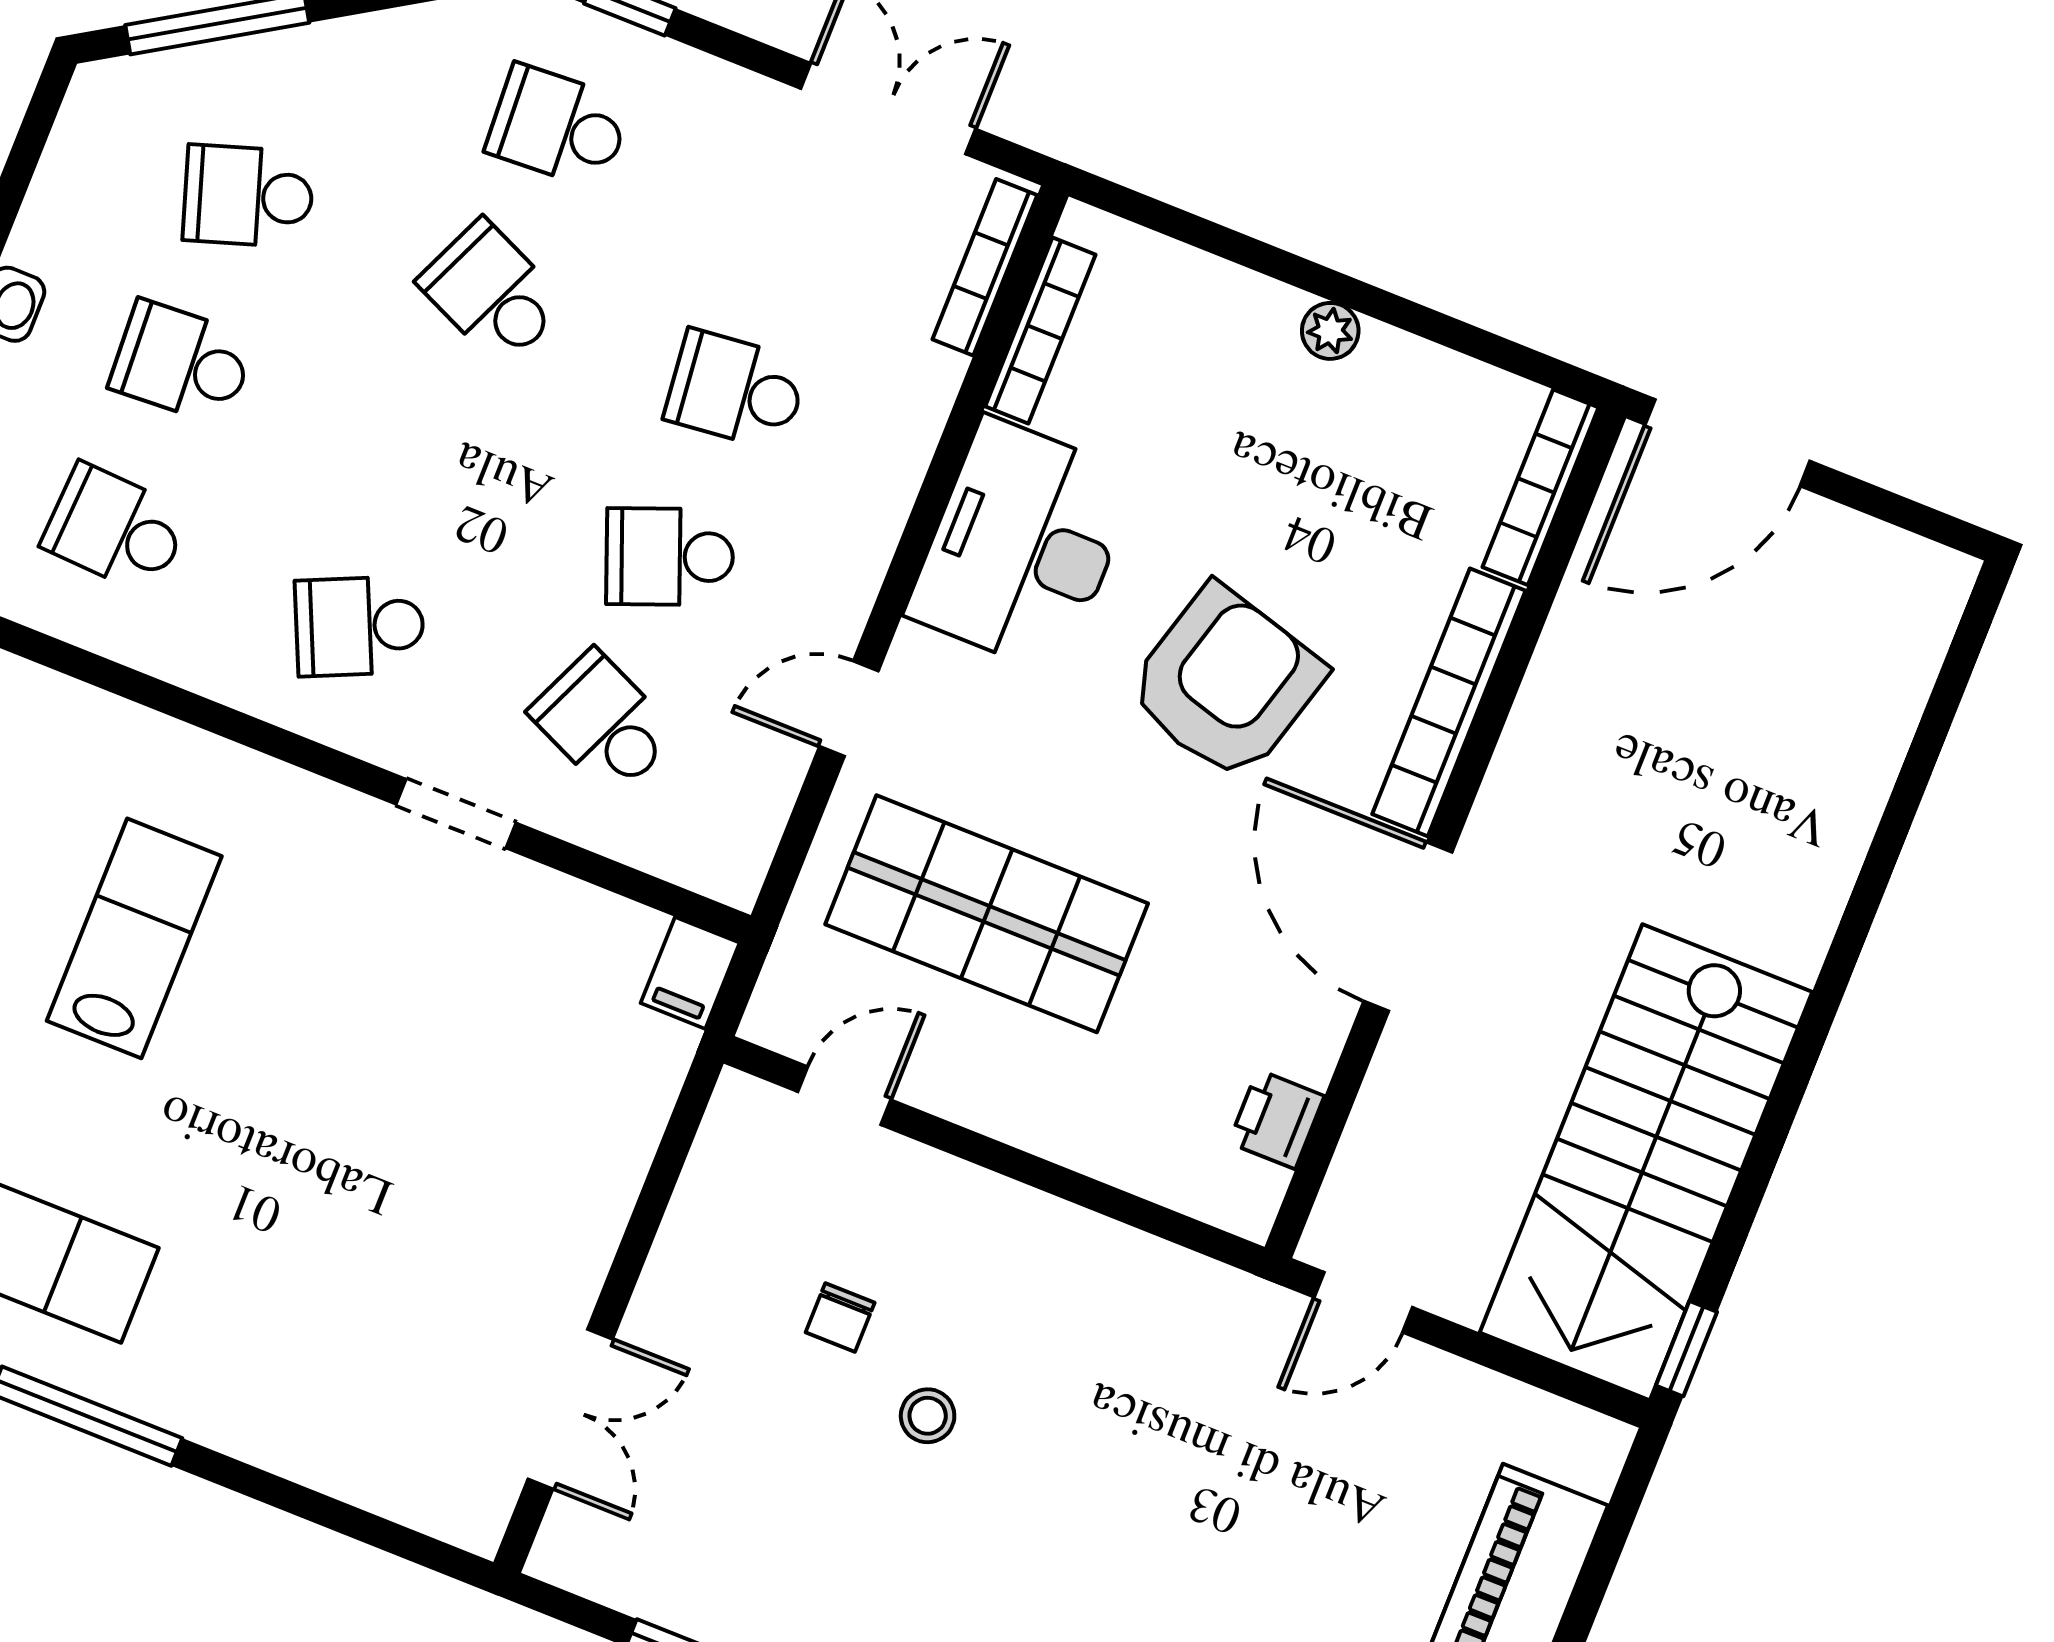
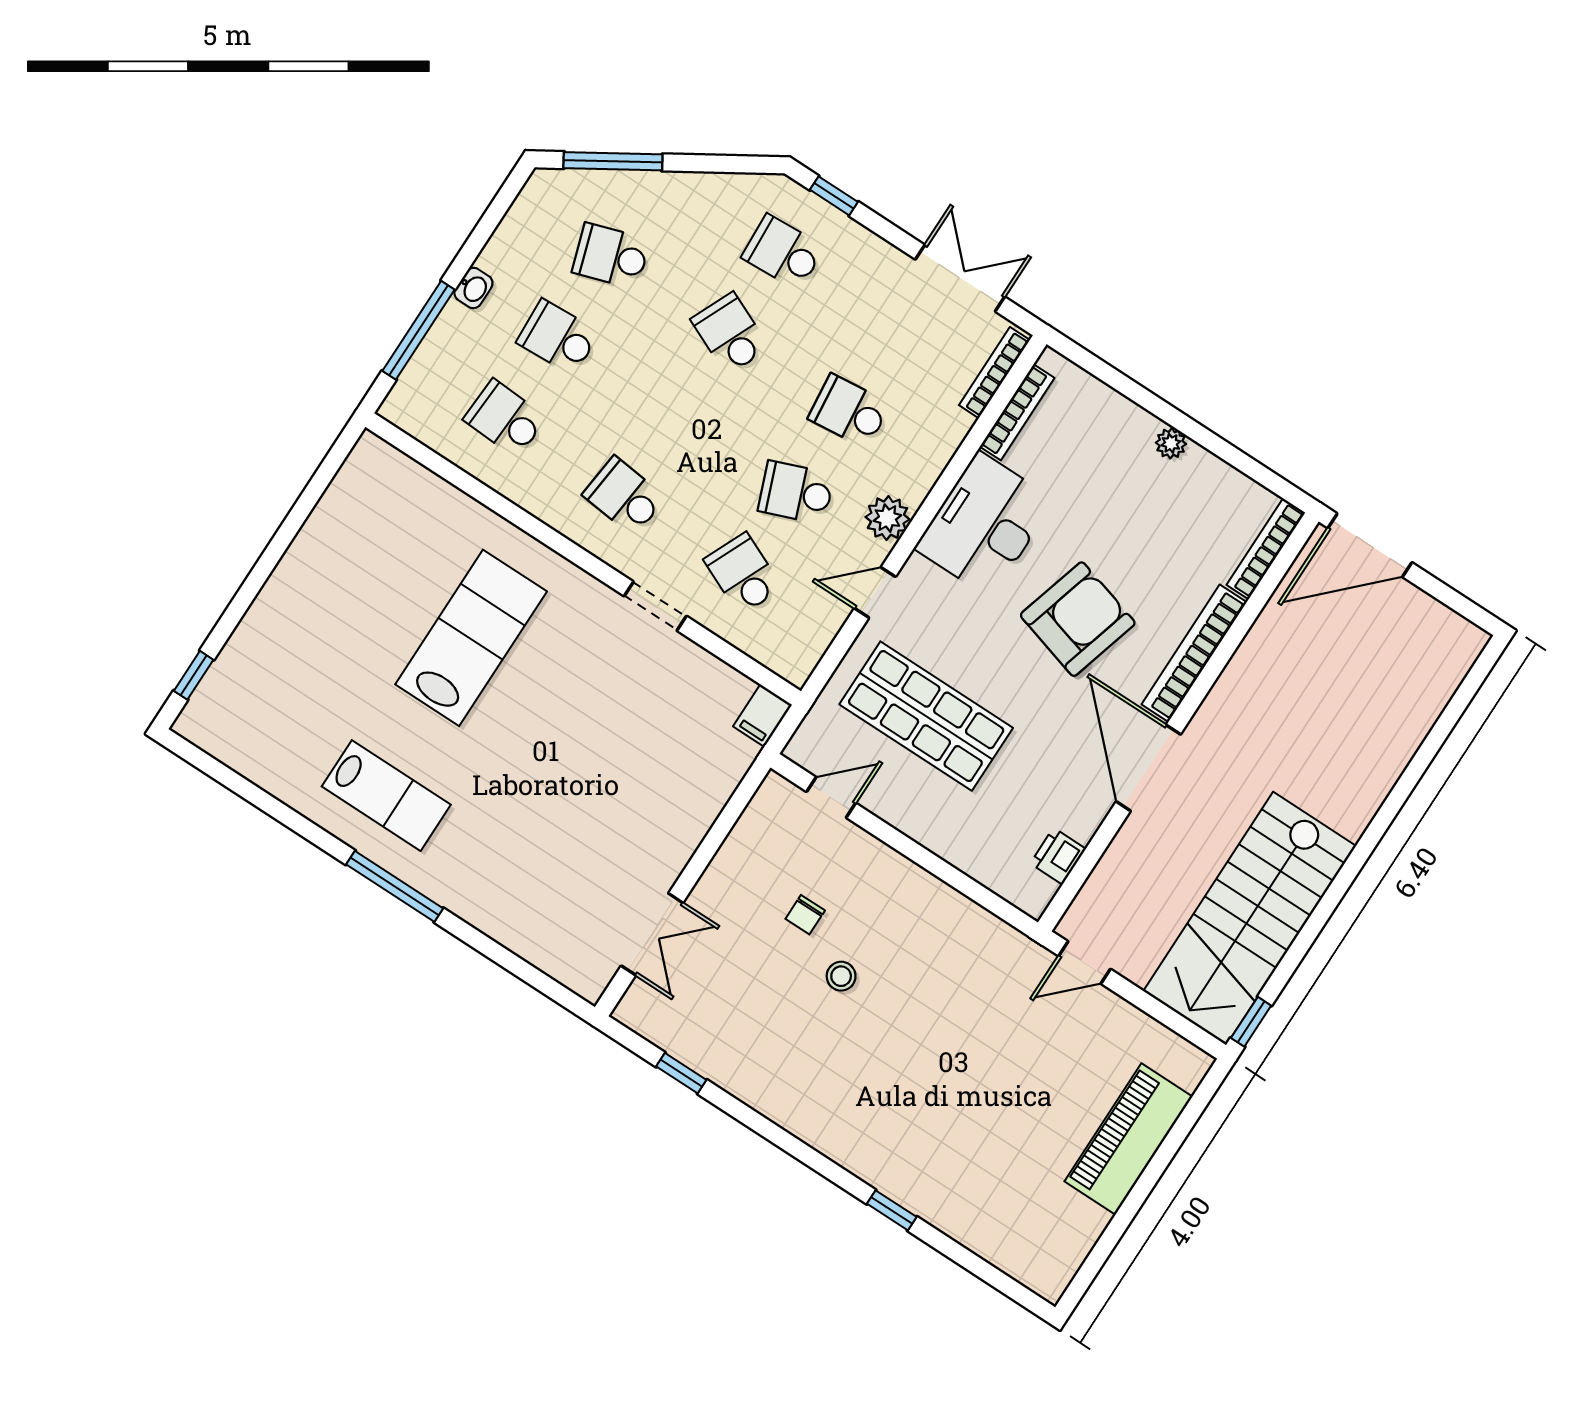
plant: (844, 570) -> (887, 518), added
school desk: (360, 626) -> (624, 496), turned 30
lab bench: (134, 938) -> (471, 638), width x1.36, depth x1.39

